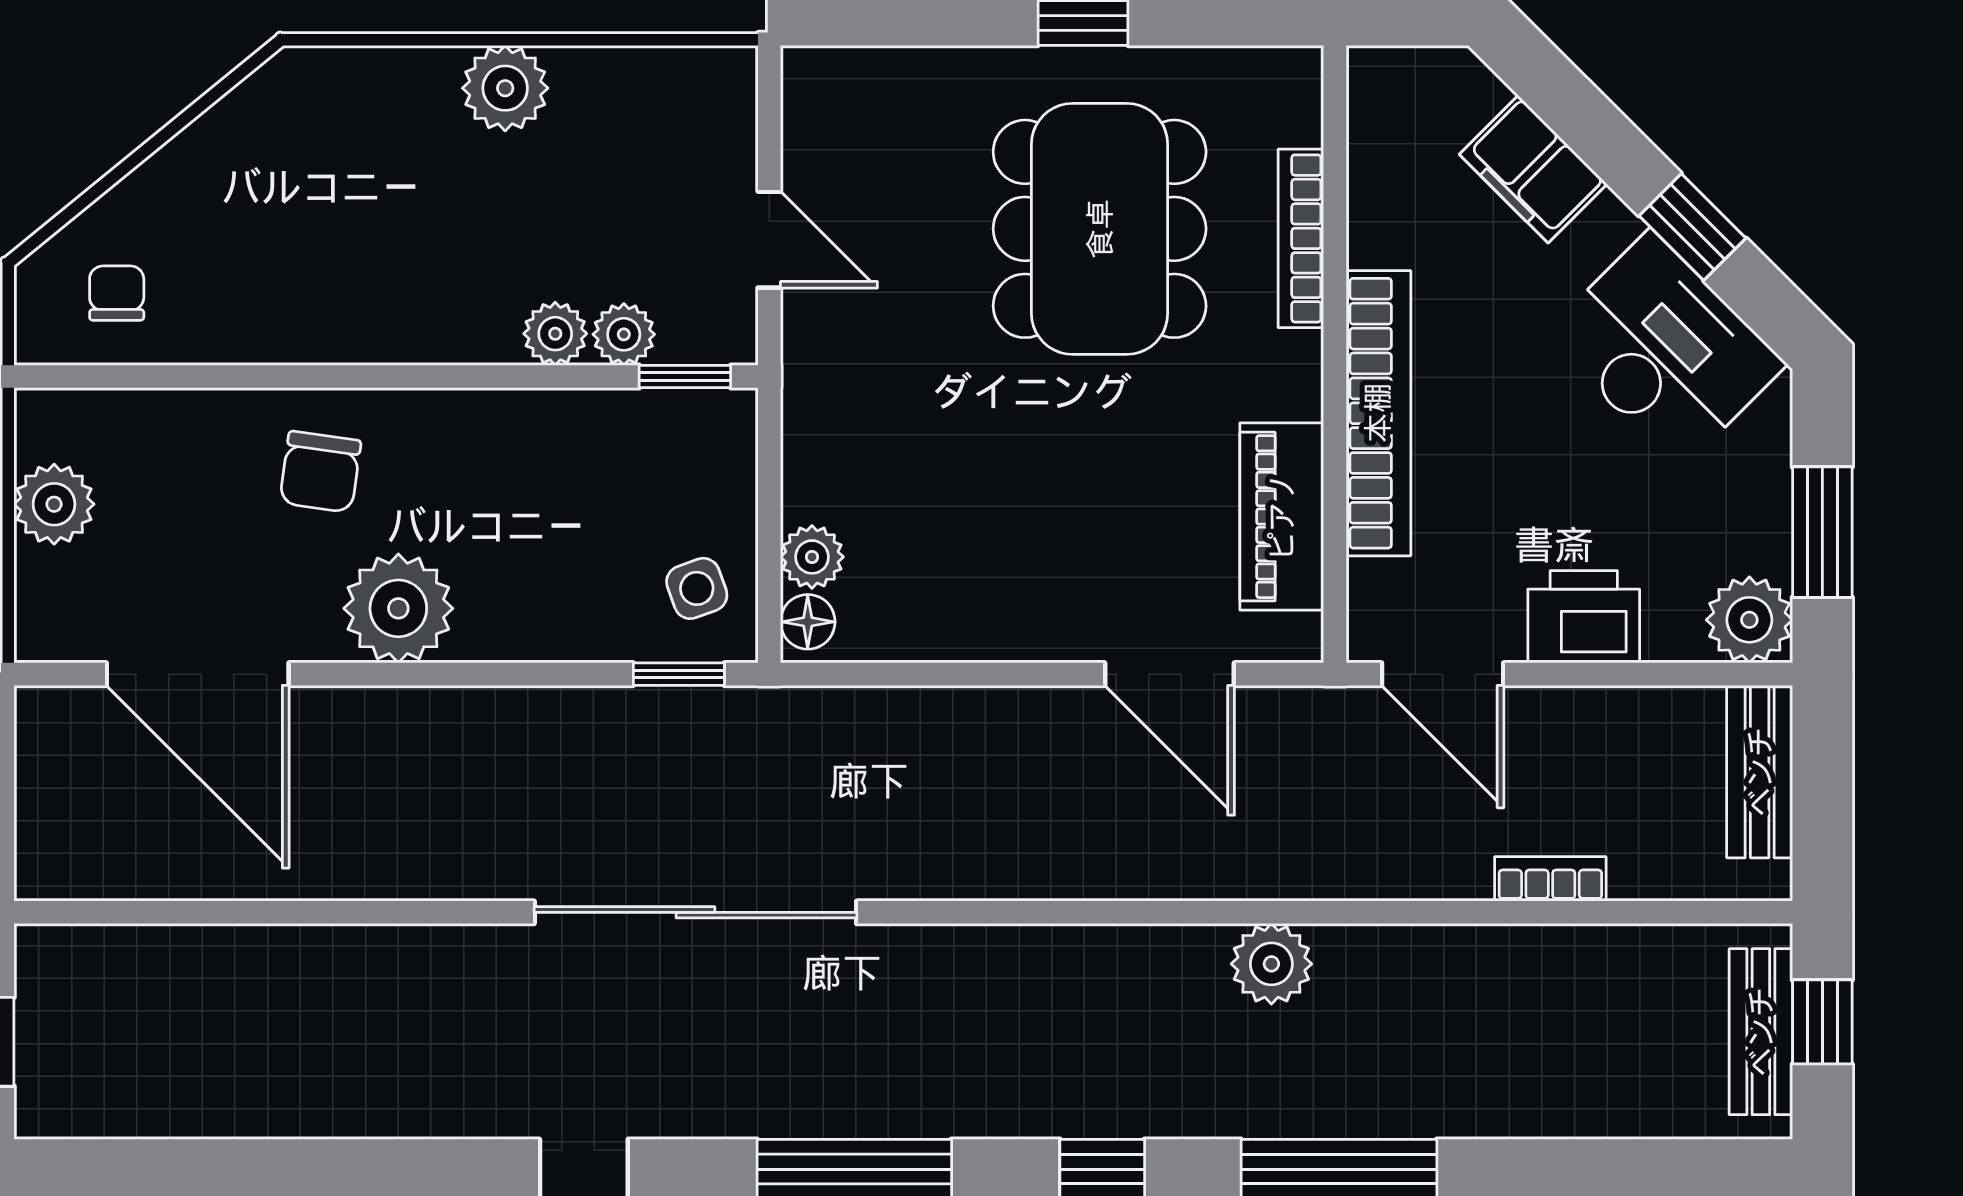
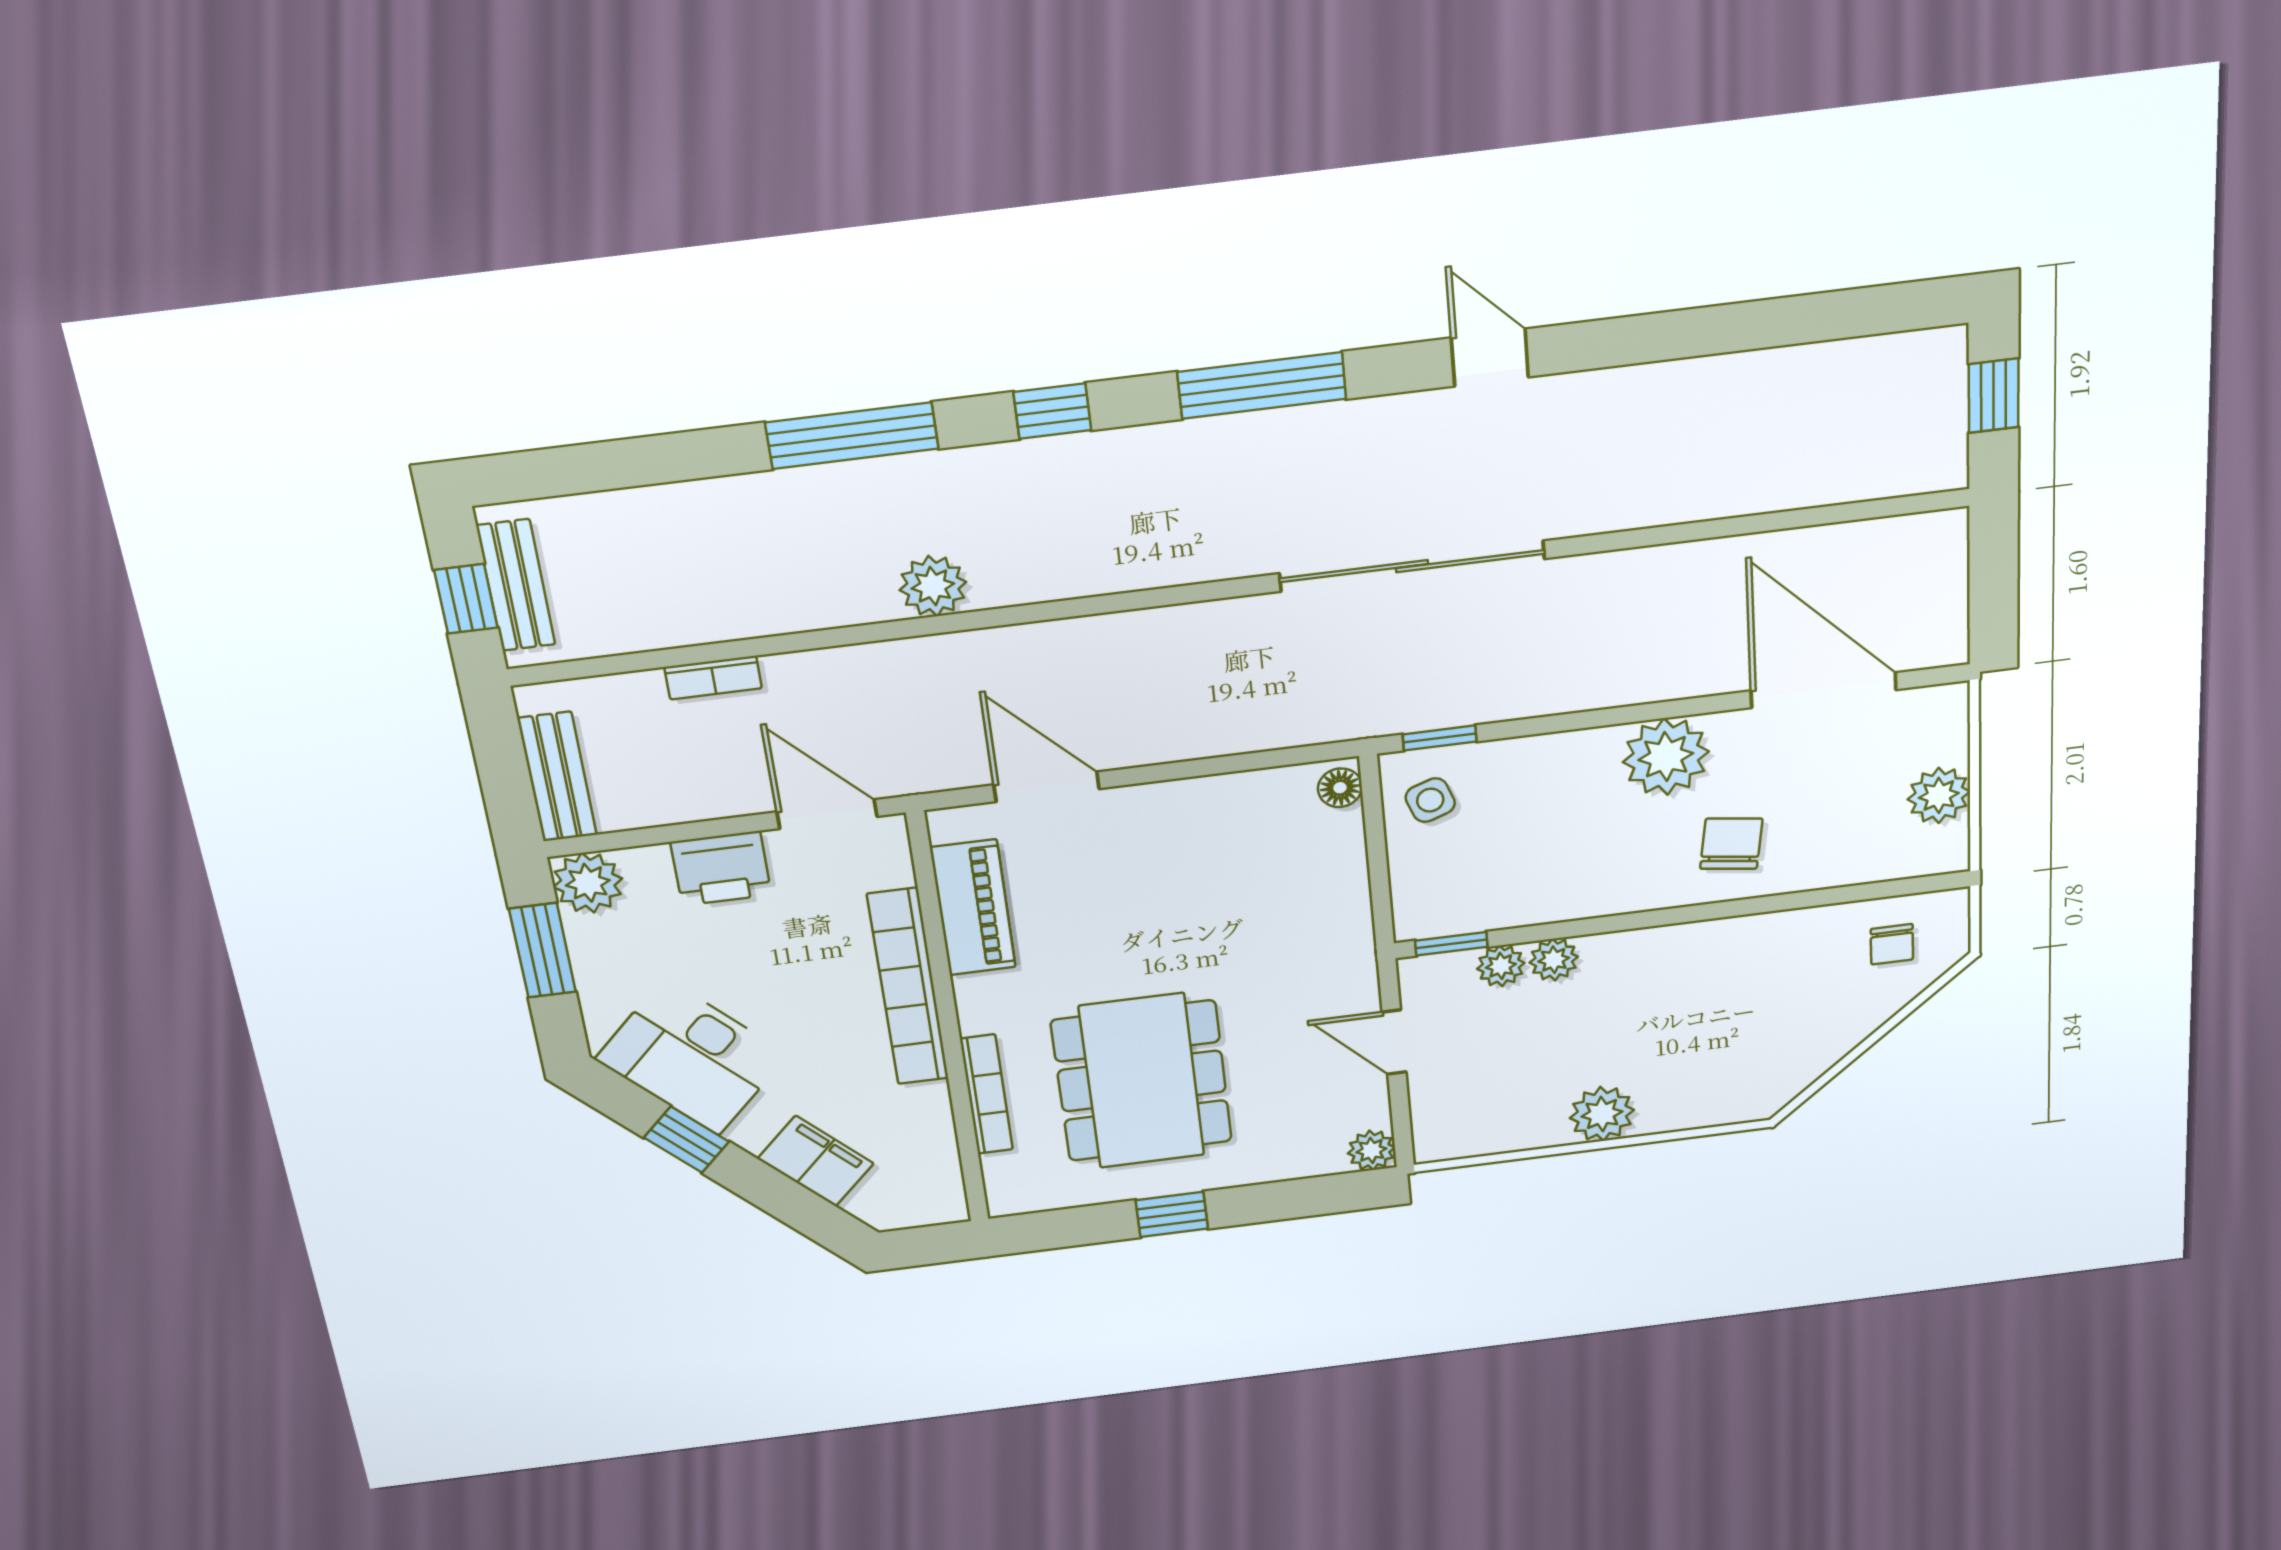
plant: (812, 557) -> (1371, 1150), moved

